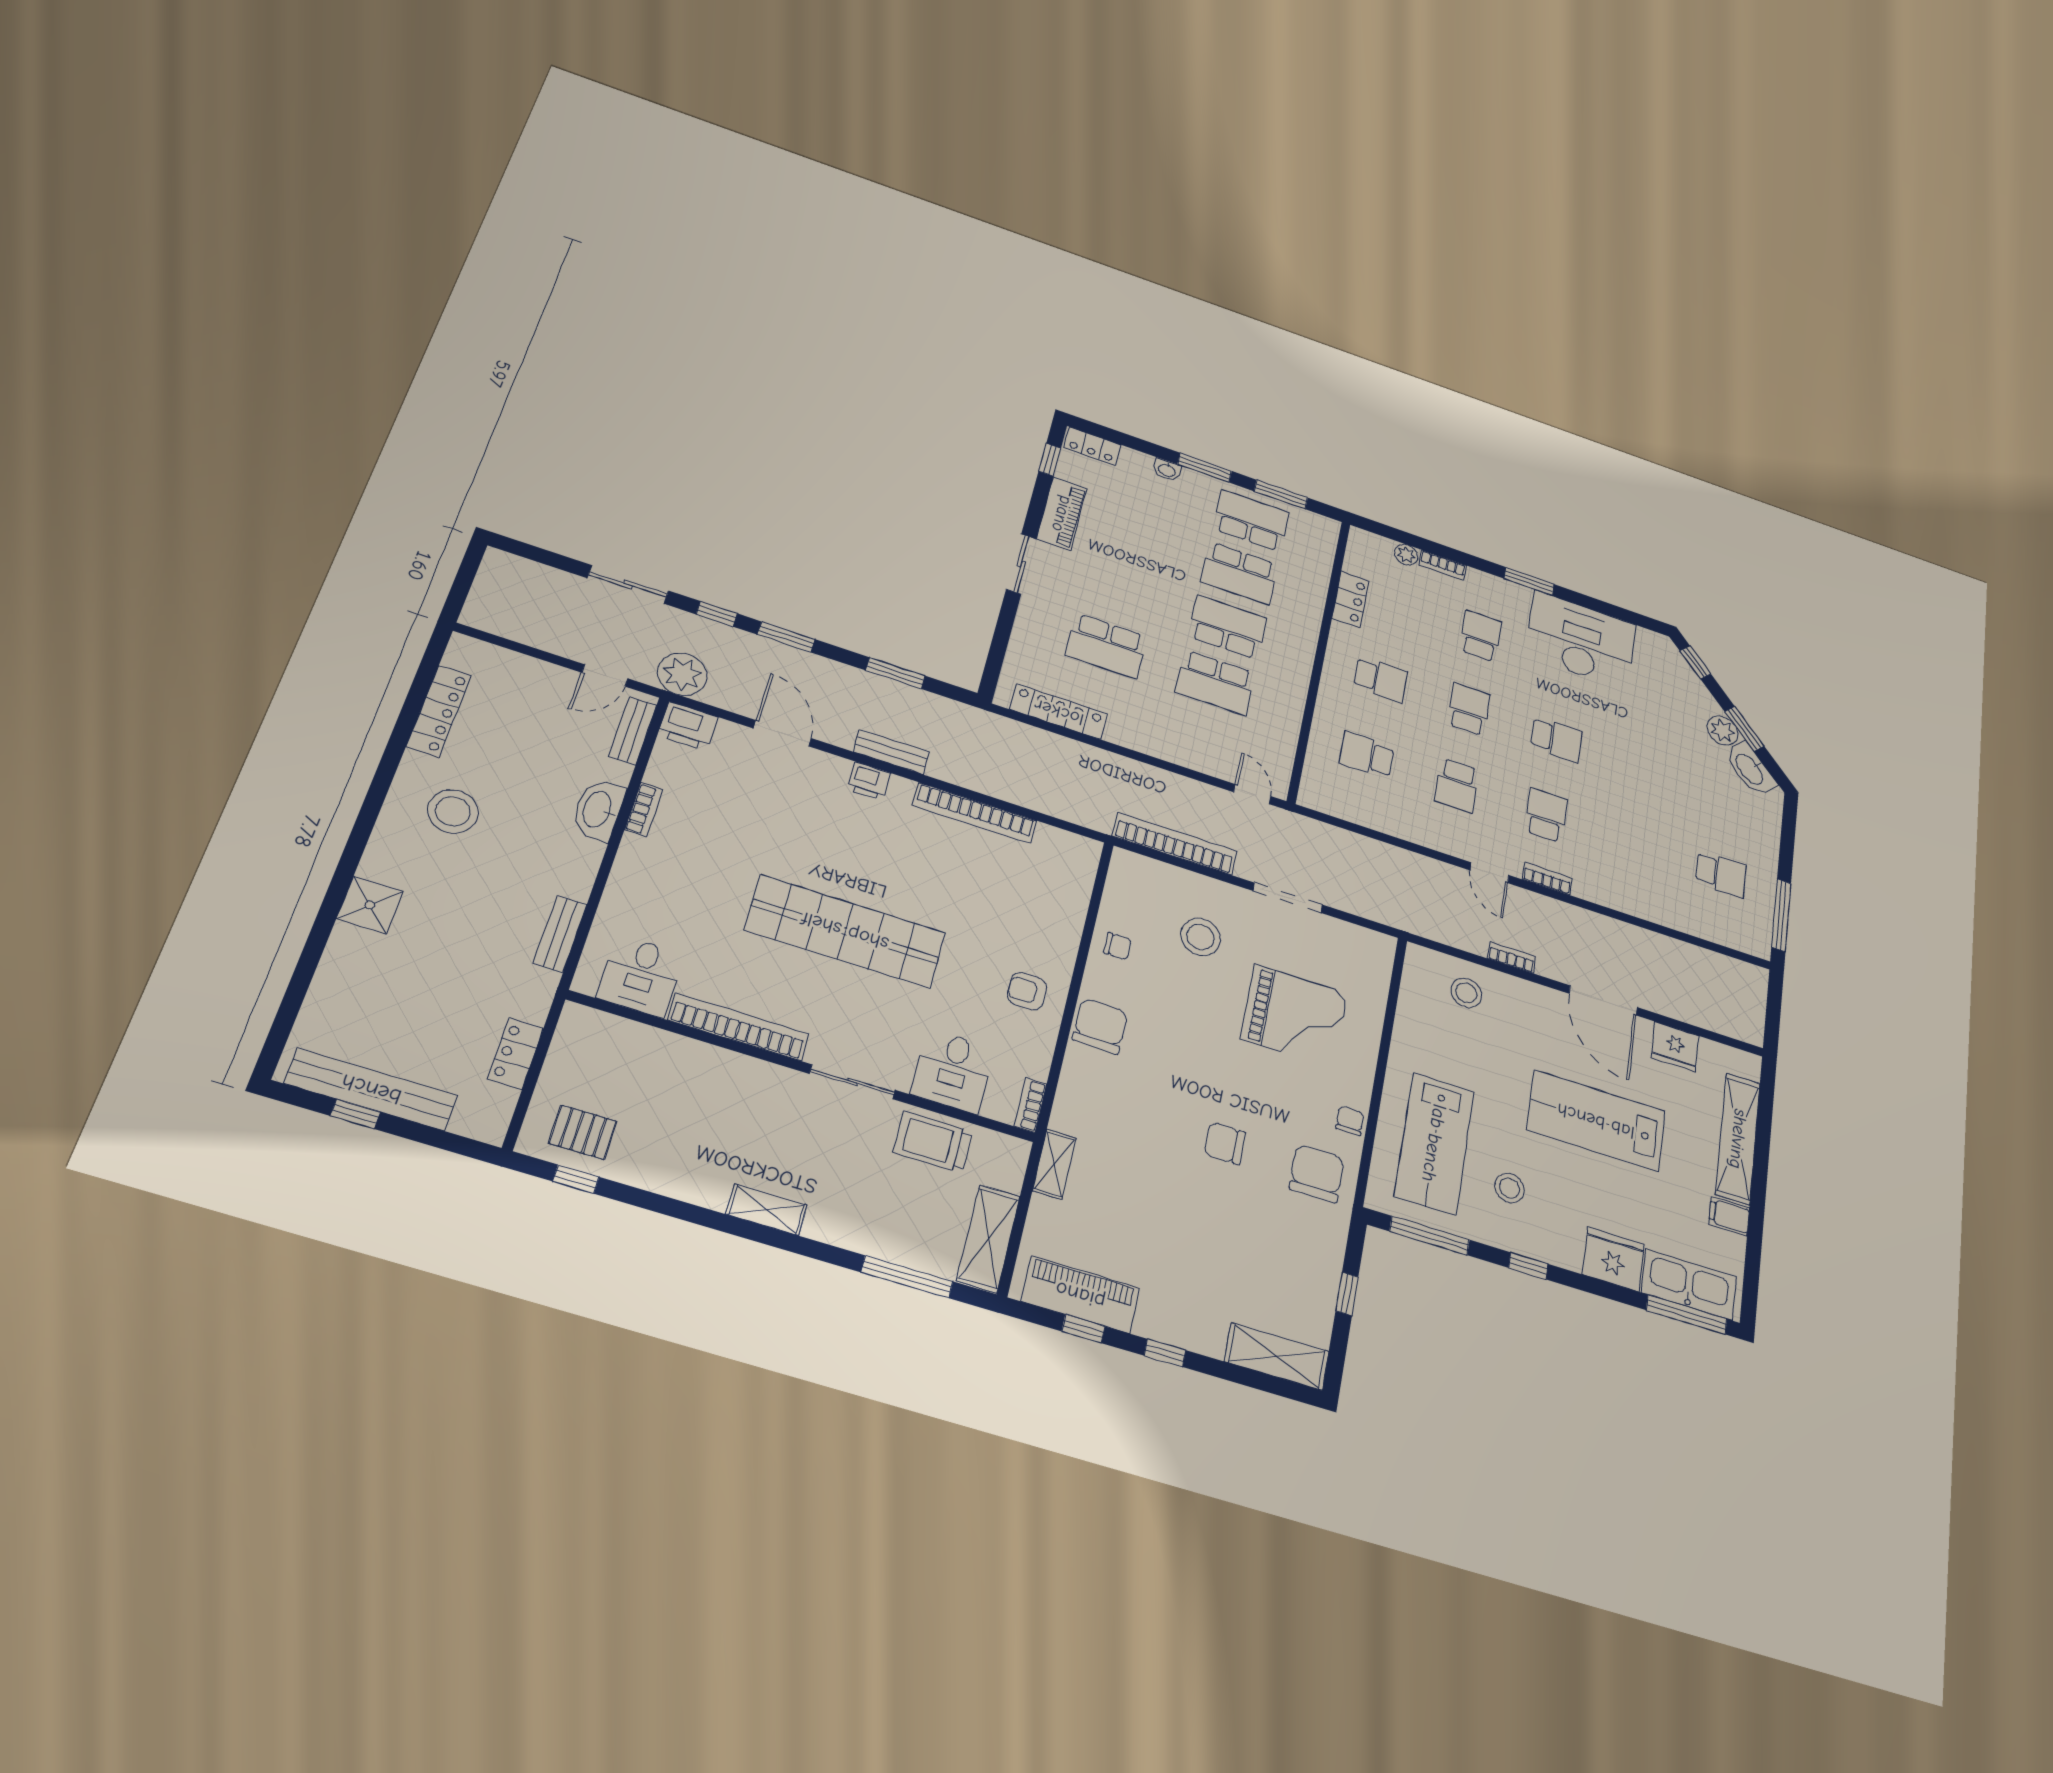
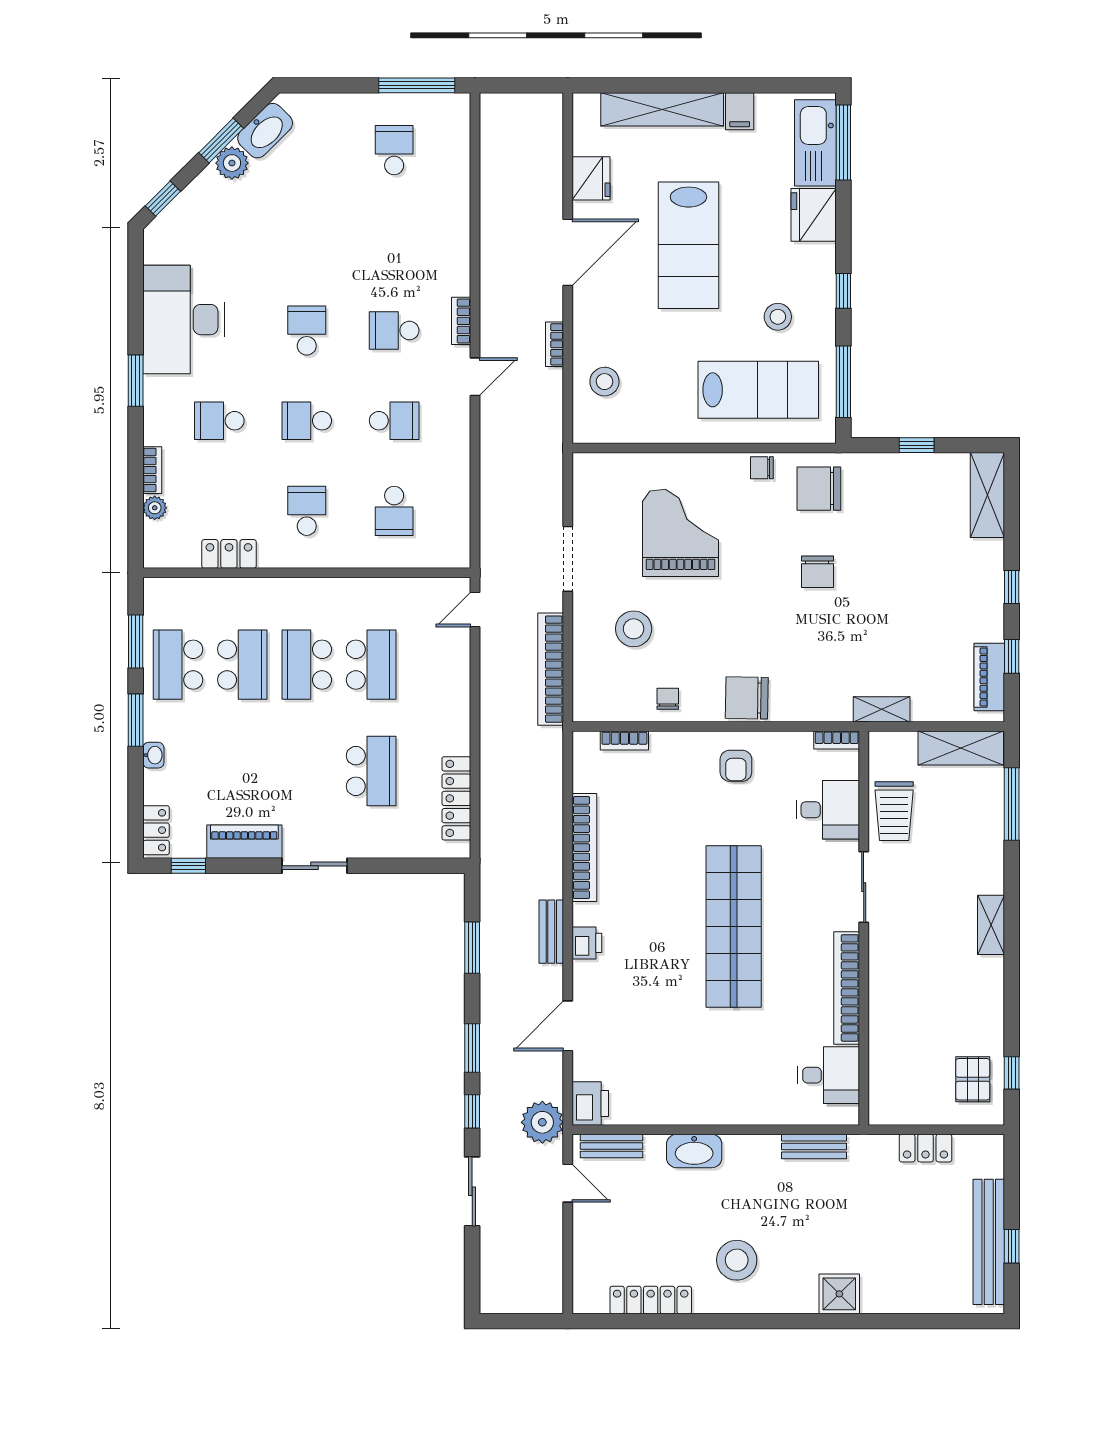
bookcase: (644, 810) -> (624, 740), moved, turned 180
piano: (1080, 1295) -> (989, 677), width x0.73, depth x0.75

